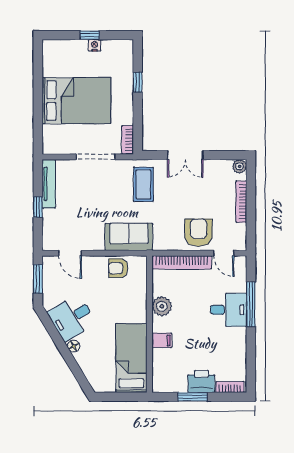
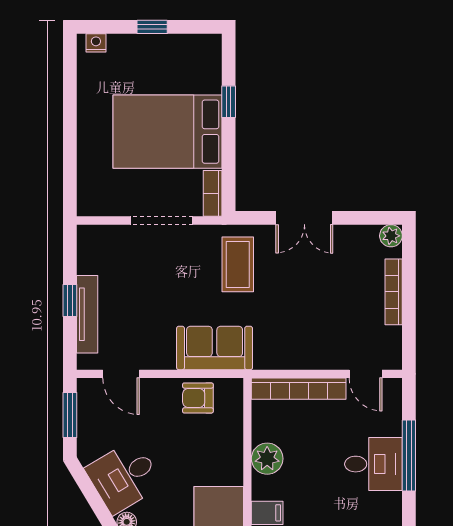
nightstand: (95, 45) -> (96, 43), moved
bed: (76, 101) -> (168, 132), moved, turned 180
tv unit: (49, 184) -> (87, 314), moved
armchair: (198, 233) -> (326, 341), removed

